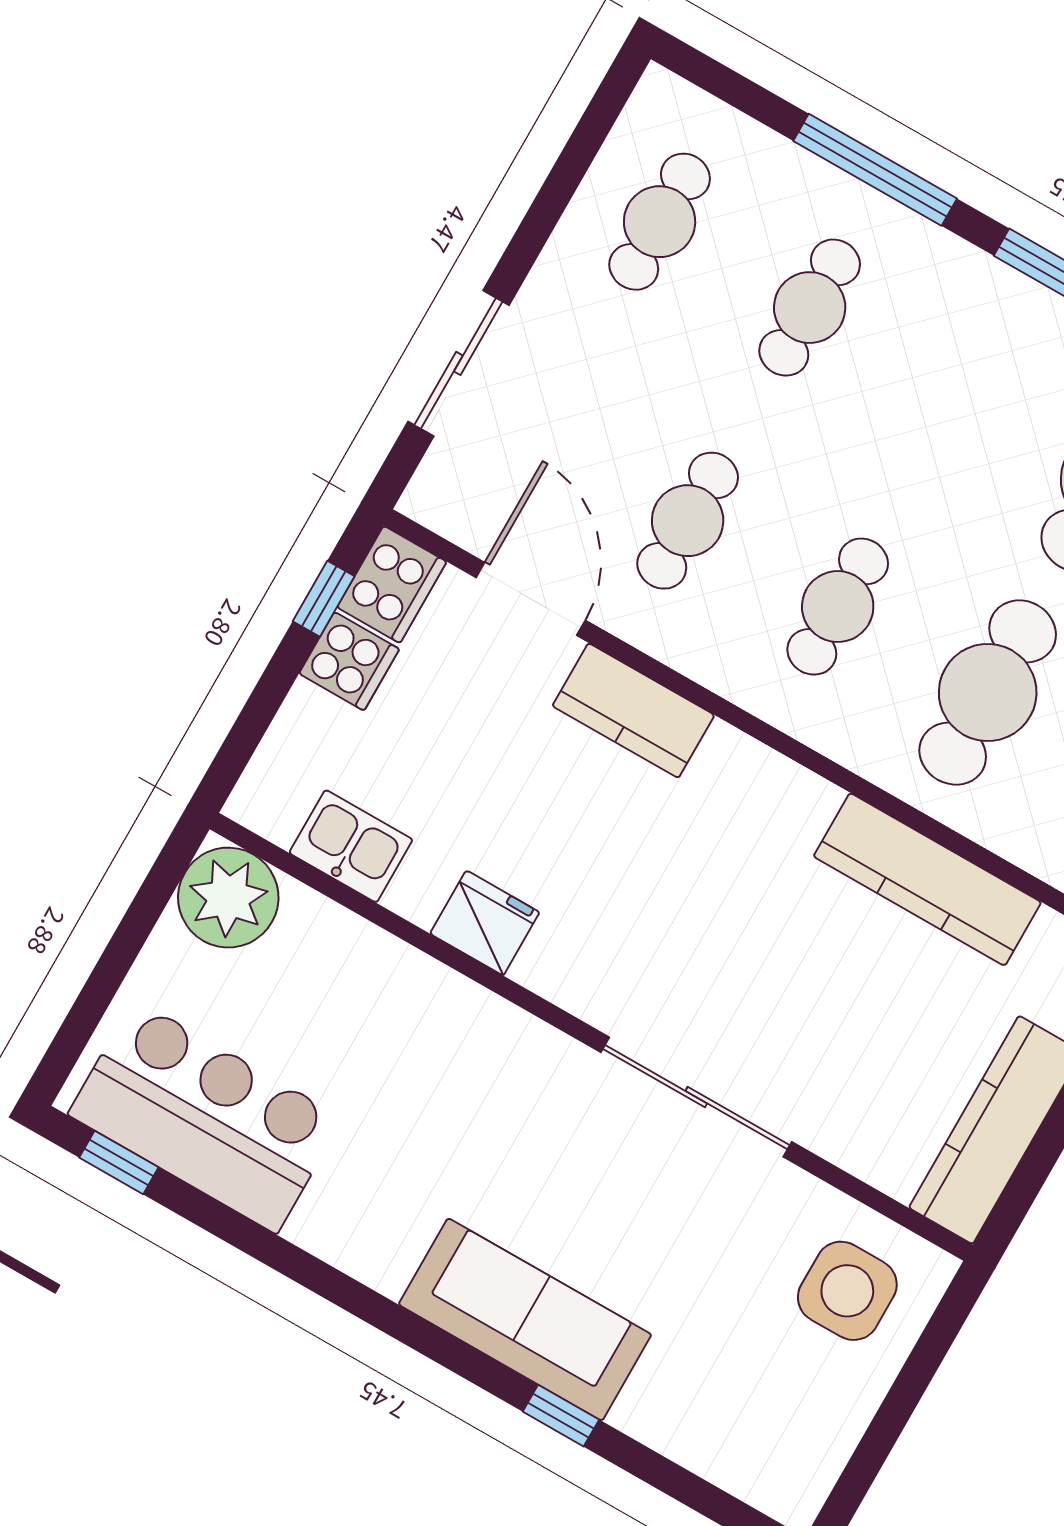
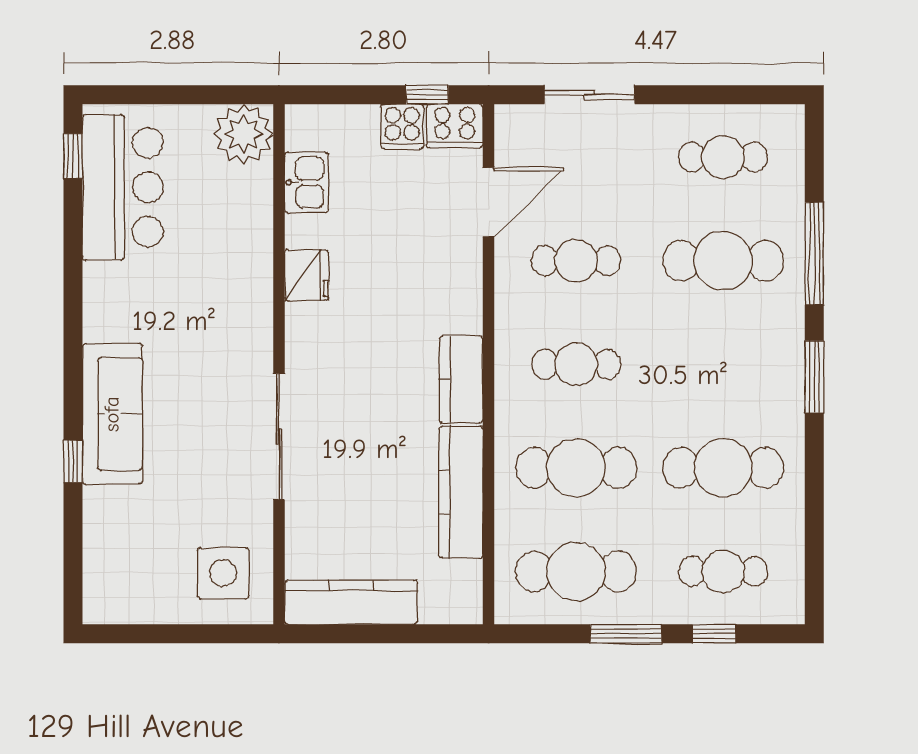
cafe table: (810, 308) -> (723, 261), width x1.37, depth x1.35
kitchen counter: (633, 711) -> (461, 379), moved

